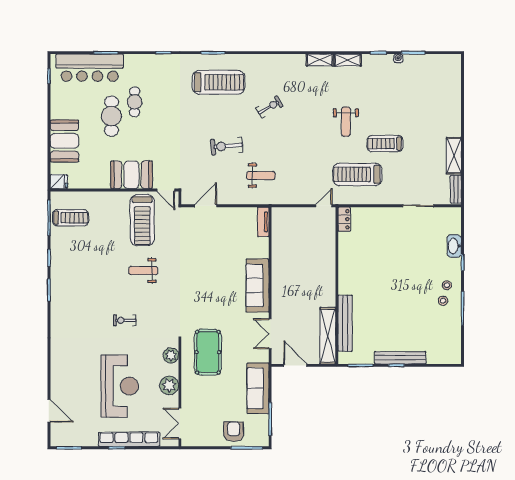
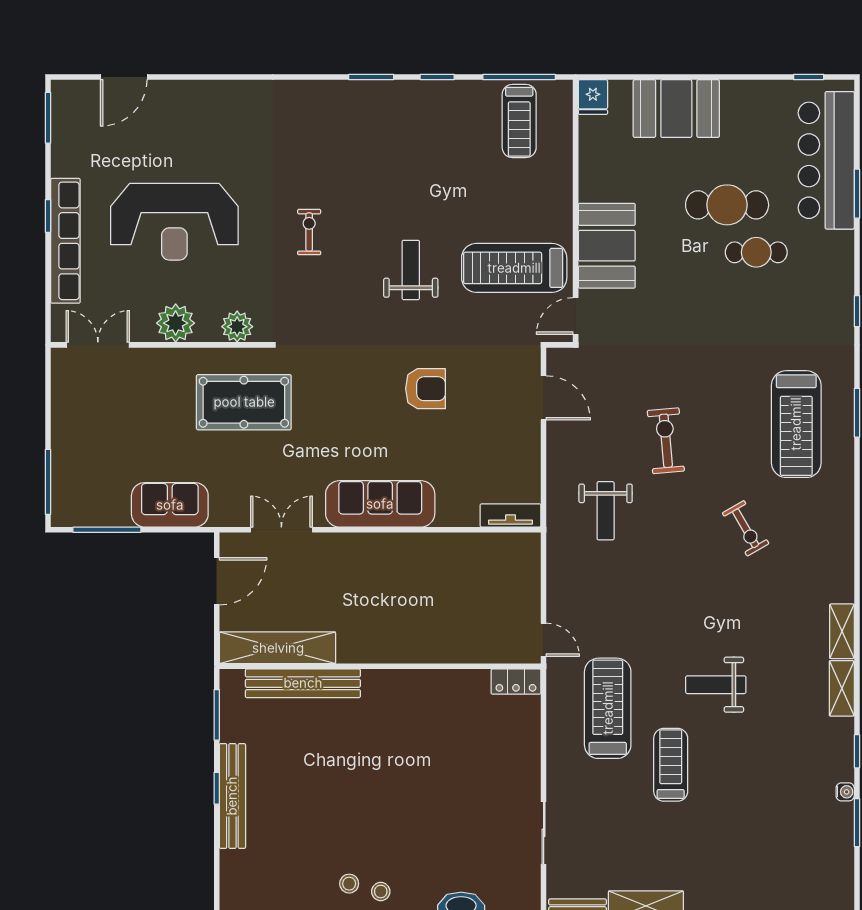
sofa: (258, 388) -> (170, 505), width x0.73
armchair: (234, 432) -> (425, 389), moved

